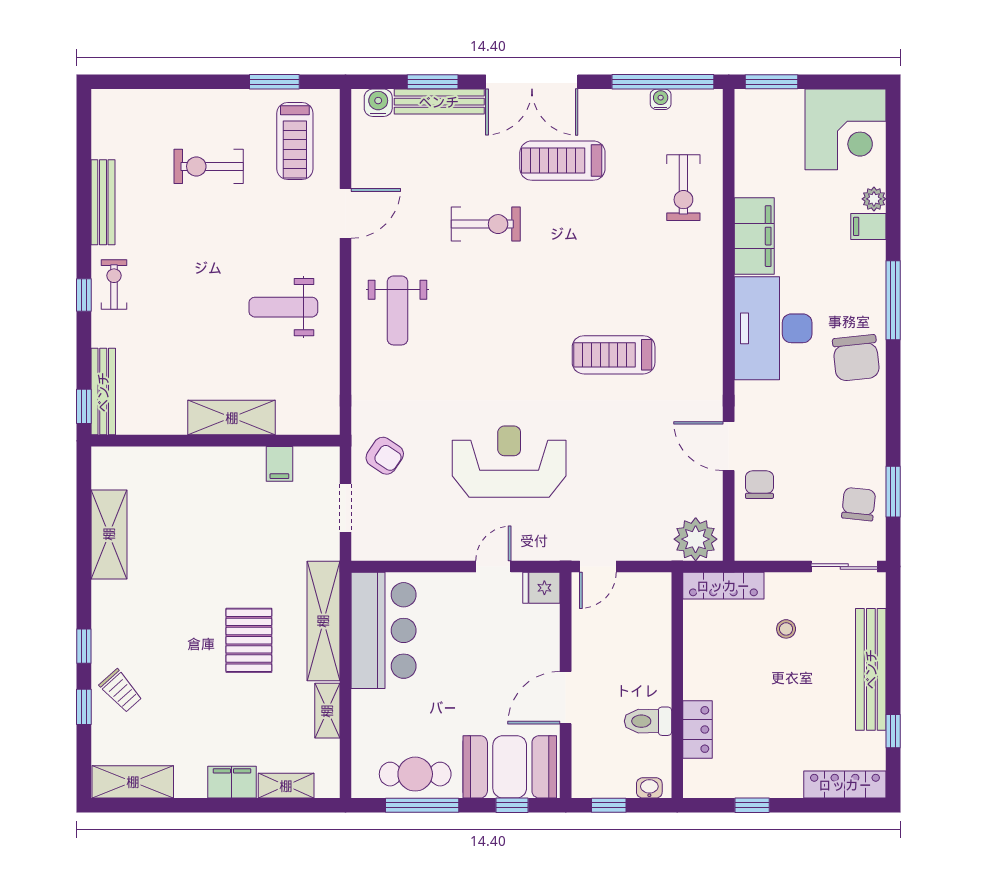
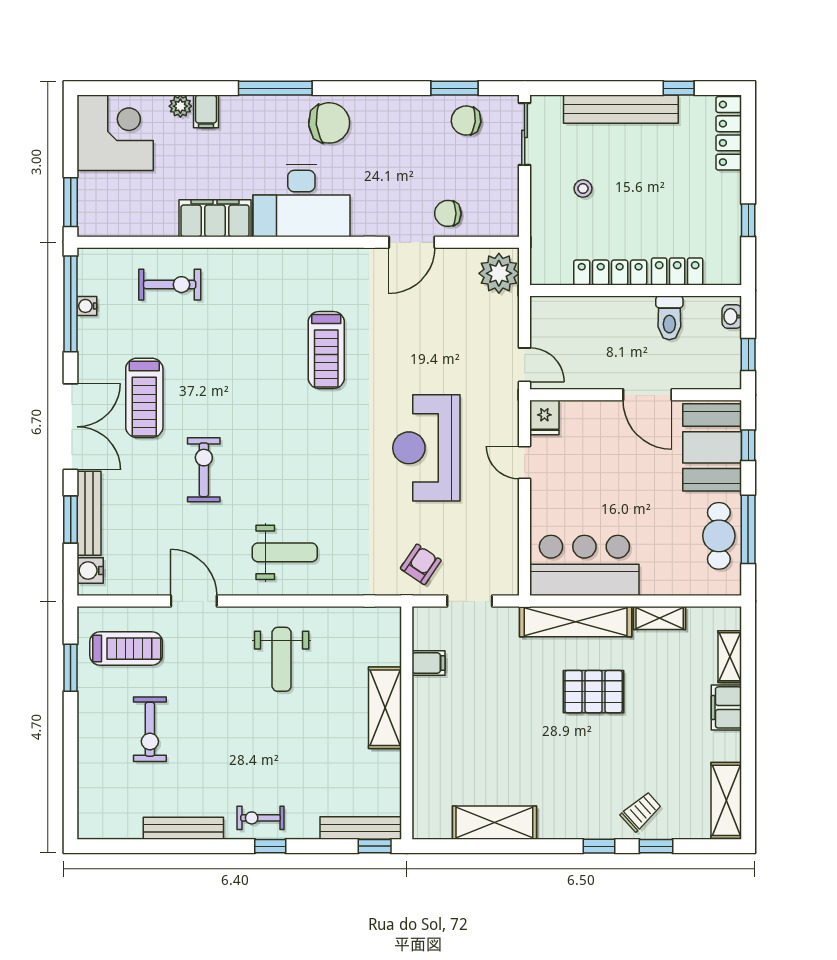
locker: (723, 586) -> (610, 272), moved, turned -90

